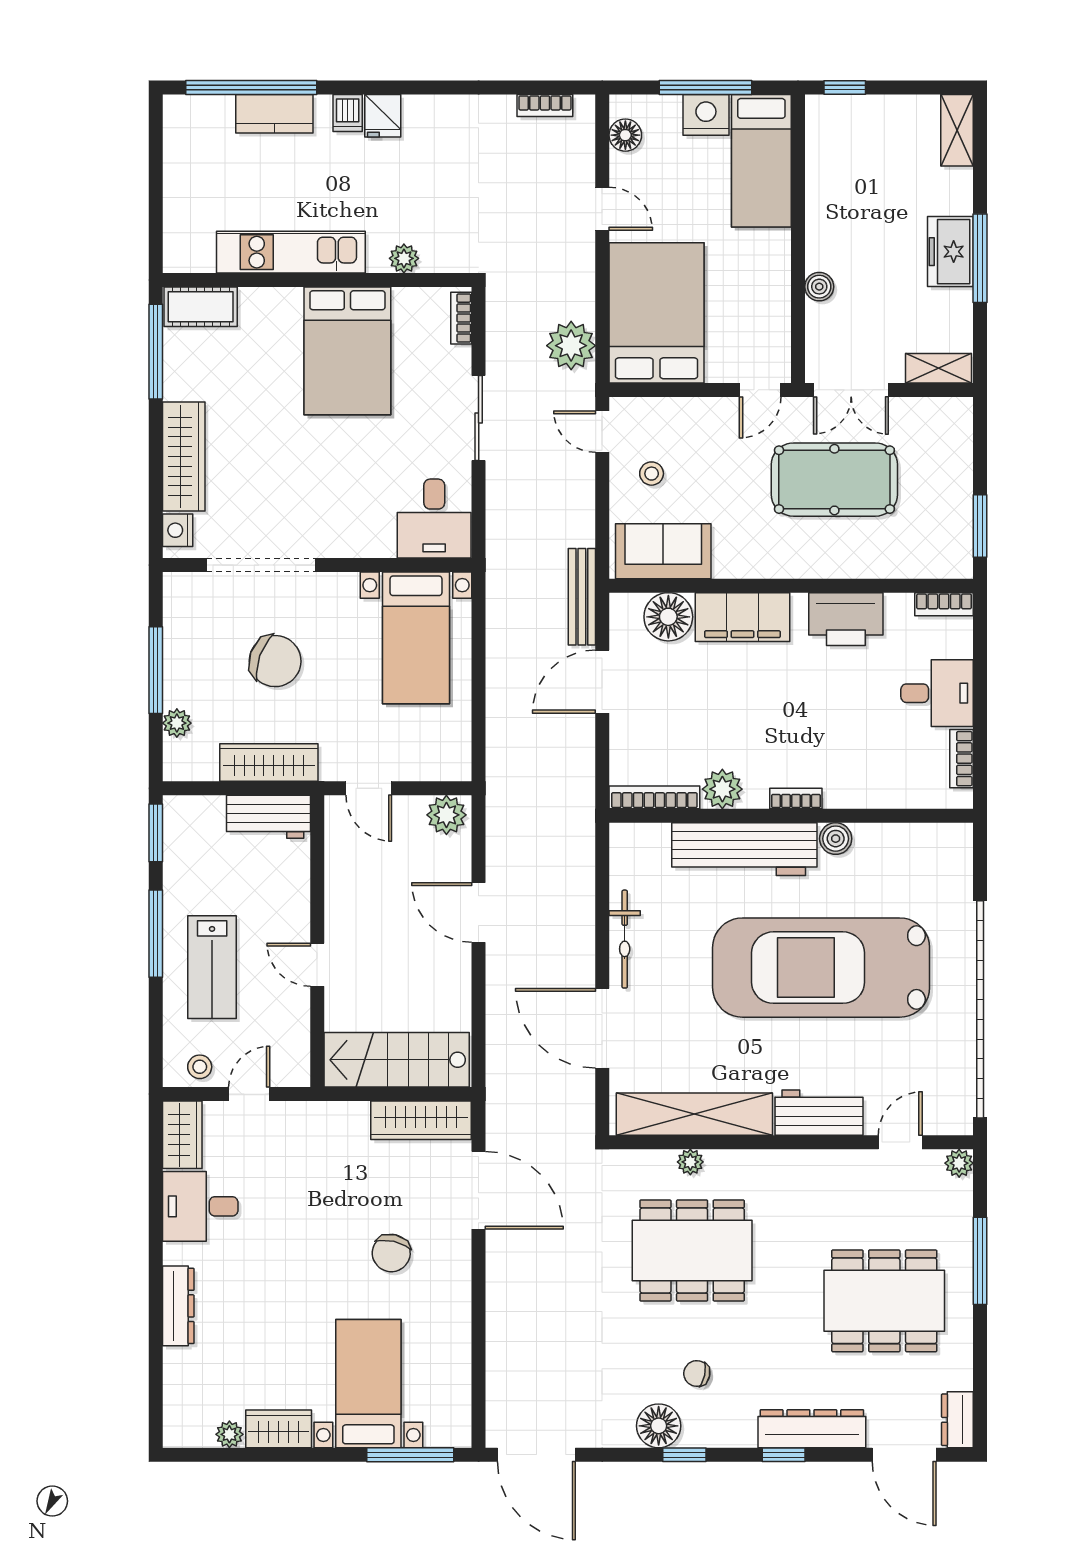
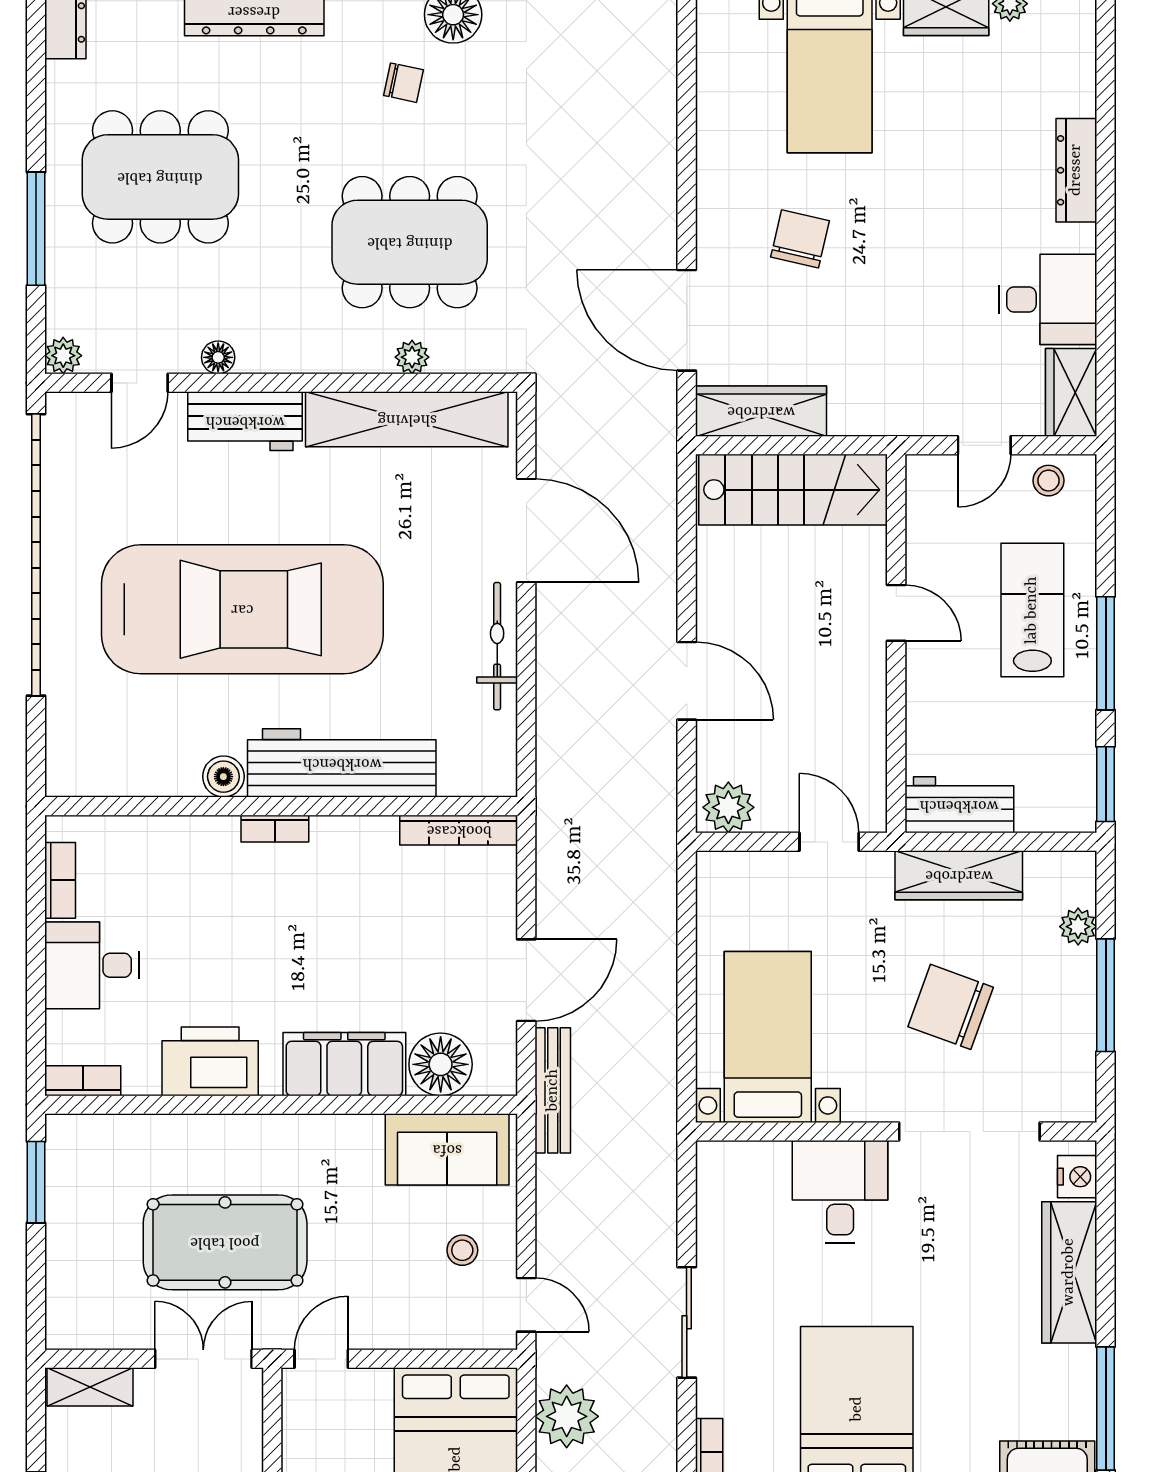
desk: (434, 519) -> (840, 1192), moved
plant: (722, 789) -> (370, 841), removed
floor lamp: (840, 1162) -> (218, 357), added

